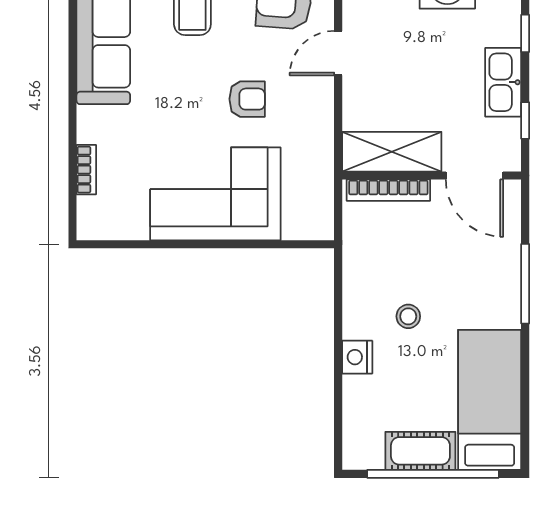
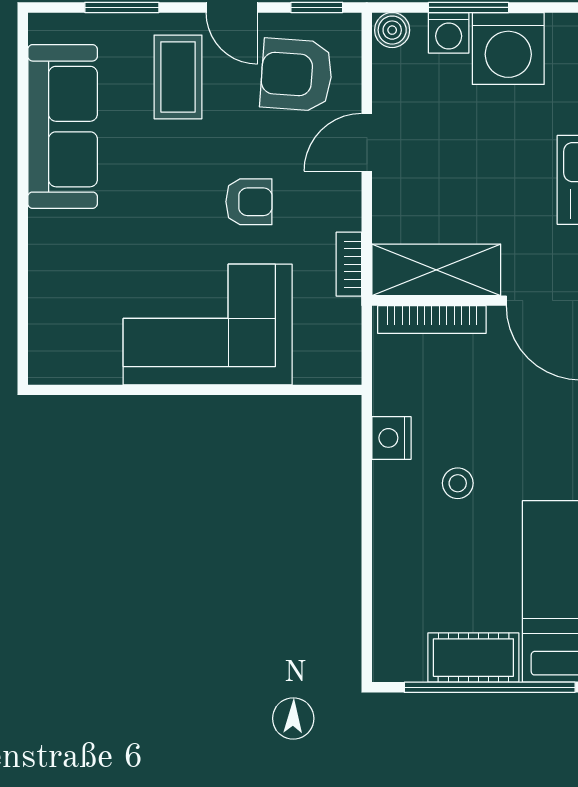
bookcase: (86, 170) -> (349, 264), moved, turned 180
nightstand: (357, 357) -> (392, 438), moved

